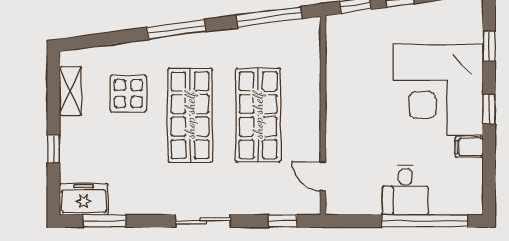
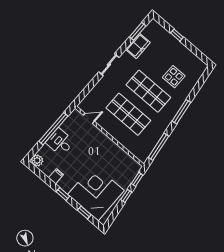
corner desk: (438, 89) -> (96, 192), moved
shelving: (70, 91) -> (192, 58), removed
freezer: (84, 199) -> (138, 46), moved
plant: (470, 202) -> (37, 160), added
window: (283, 221) -> (86, 92), removed
window: (425, 221) -> (53, 129), moved

